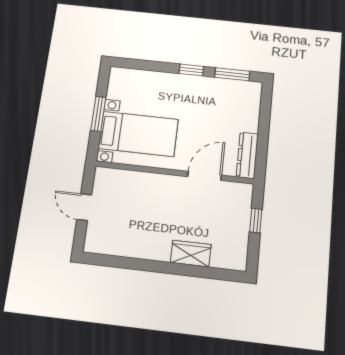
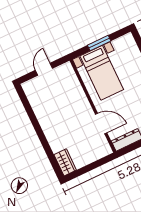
window: (256, 221) -> (94, 165), removed
wardrobe: (191, 254) -> (65, 162), moved

